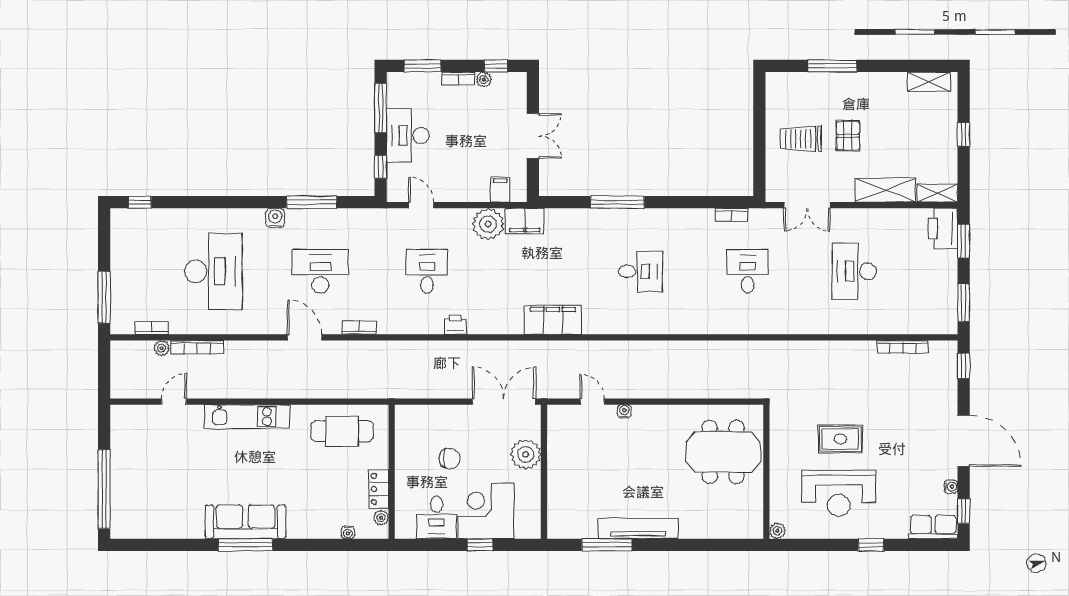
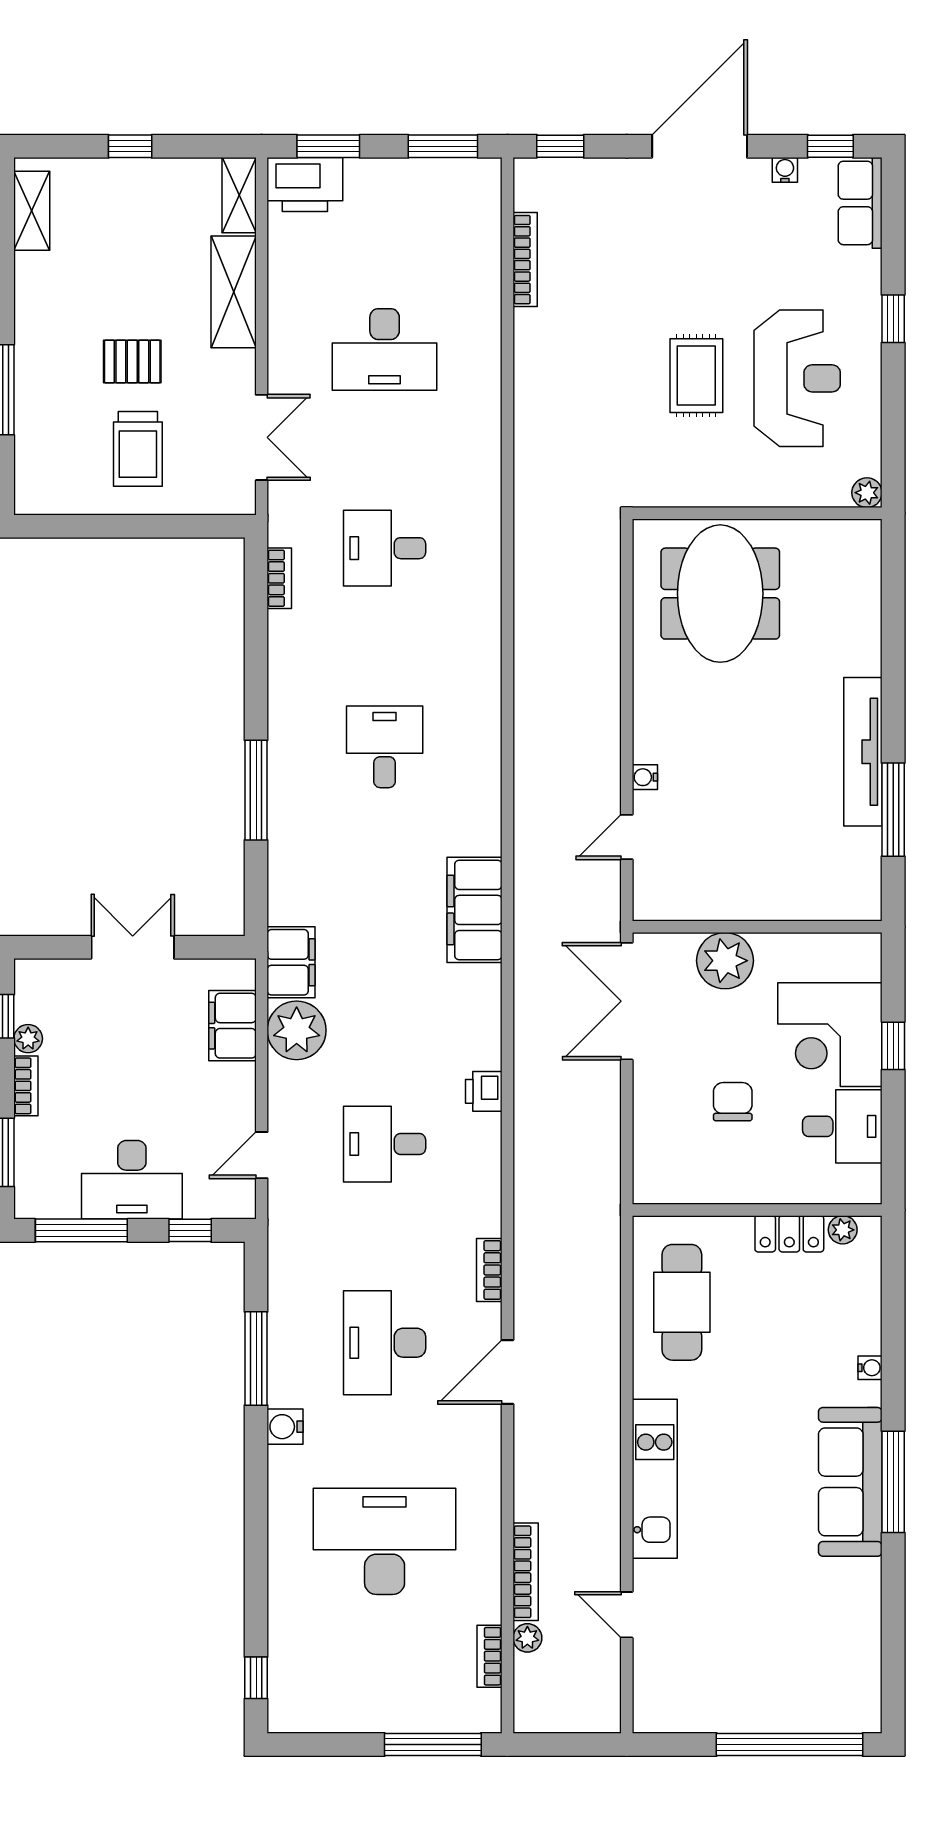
filing cabinet: (500, 190) -> (232, 1026), width x2.00
water cooler: (348, 532) -> (870, 1368), moved

